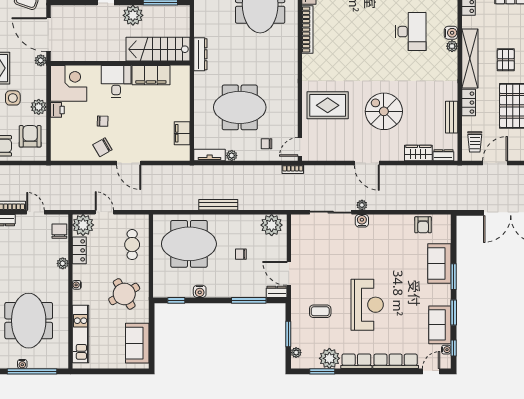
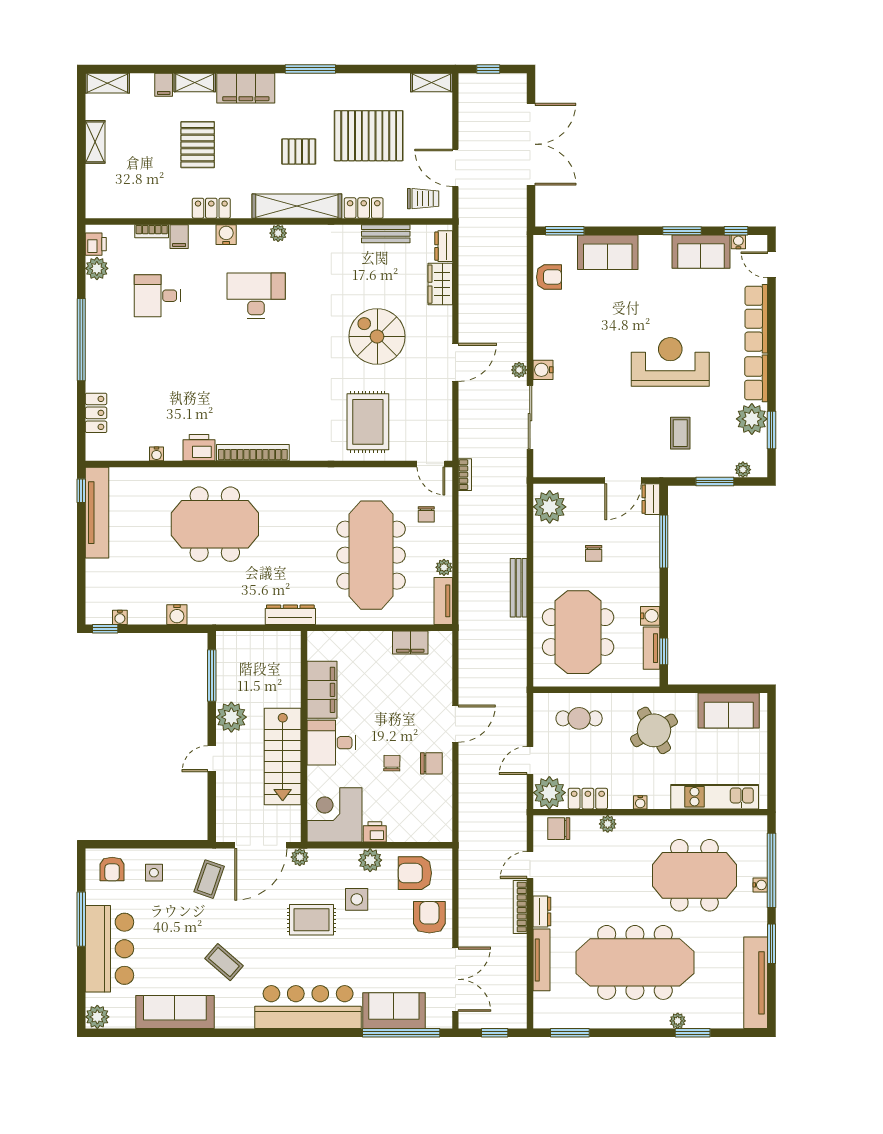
water cooler: (451, 33) -> (226, 235), moved
stairs: (158, 49) -> (283, 756), moved
meeting table: (240, 107) -> (371, 555), width x1.36
spiral stairs: (384, 111) -> (377, 336), turned 90
chair: (102, 147) -> (431, 763), turned -60
window: (454, 277) -> (565, 231), moved
tv unit: (178, 292) -> (651, 648), added

